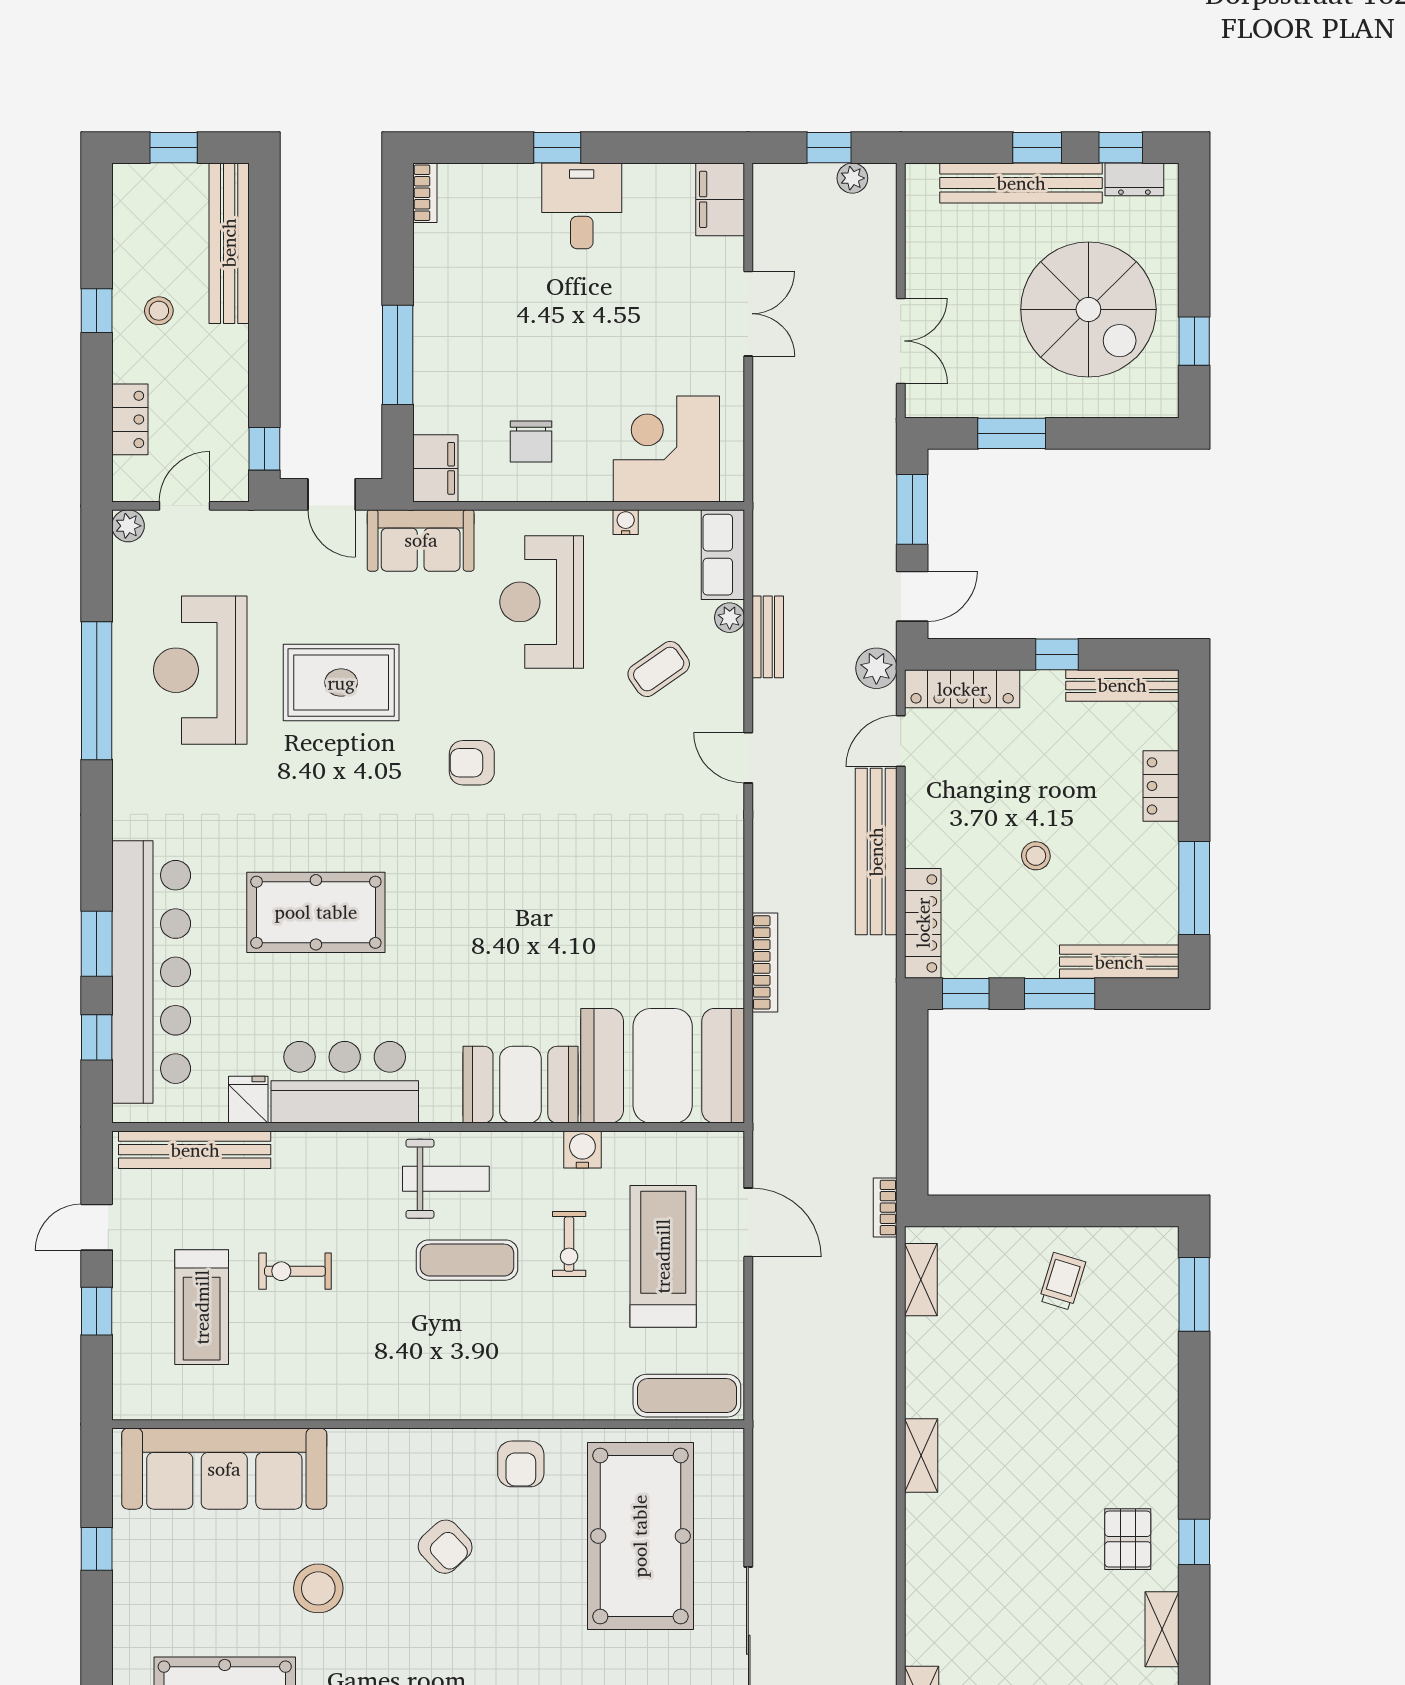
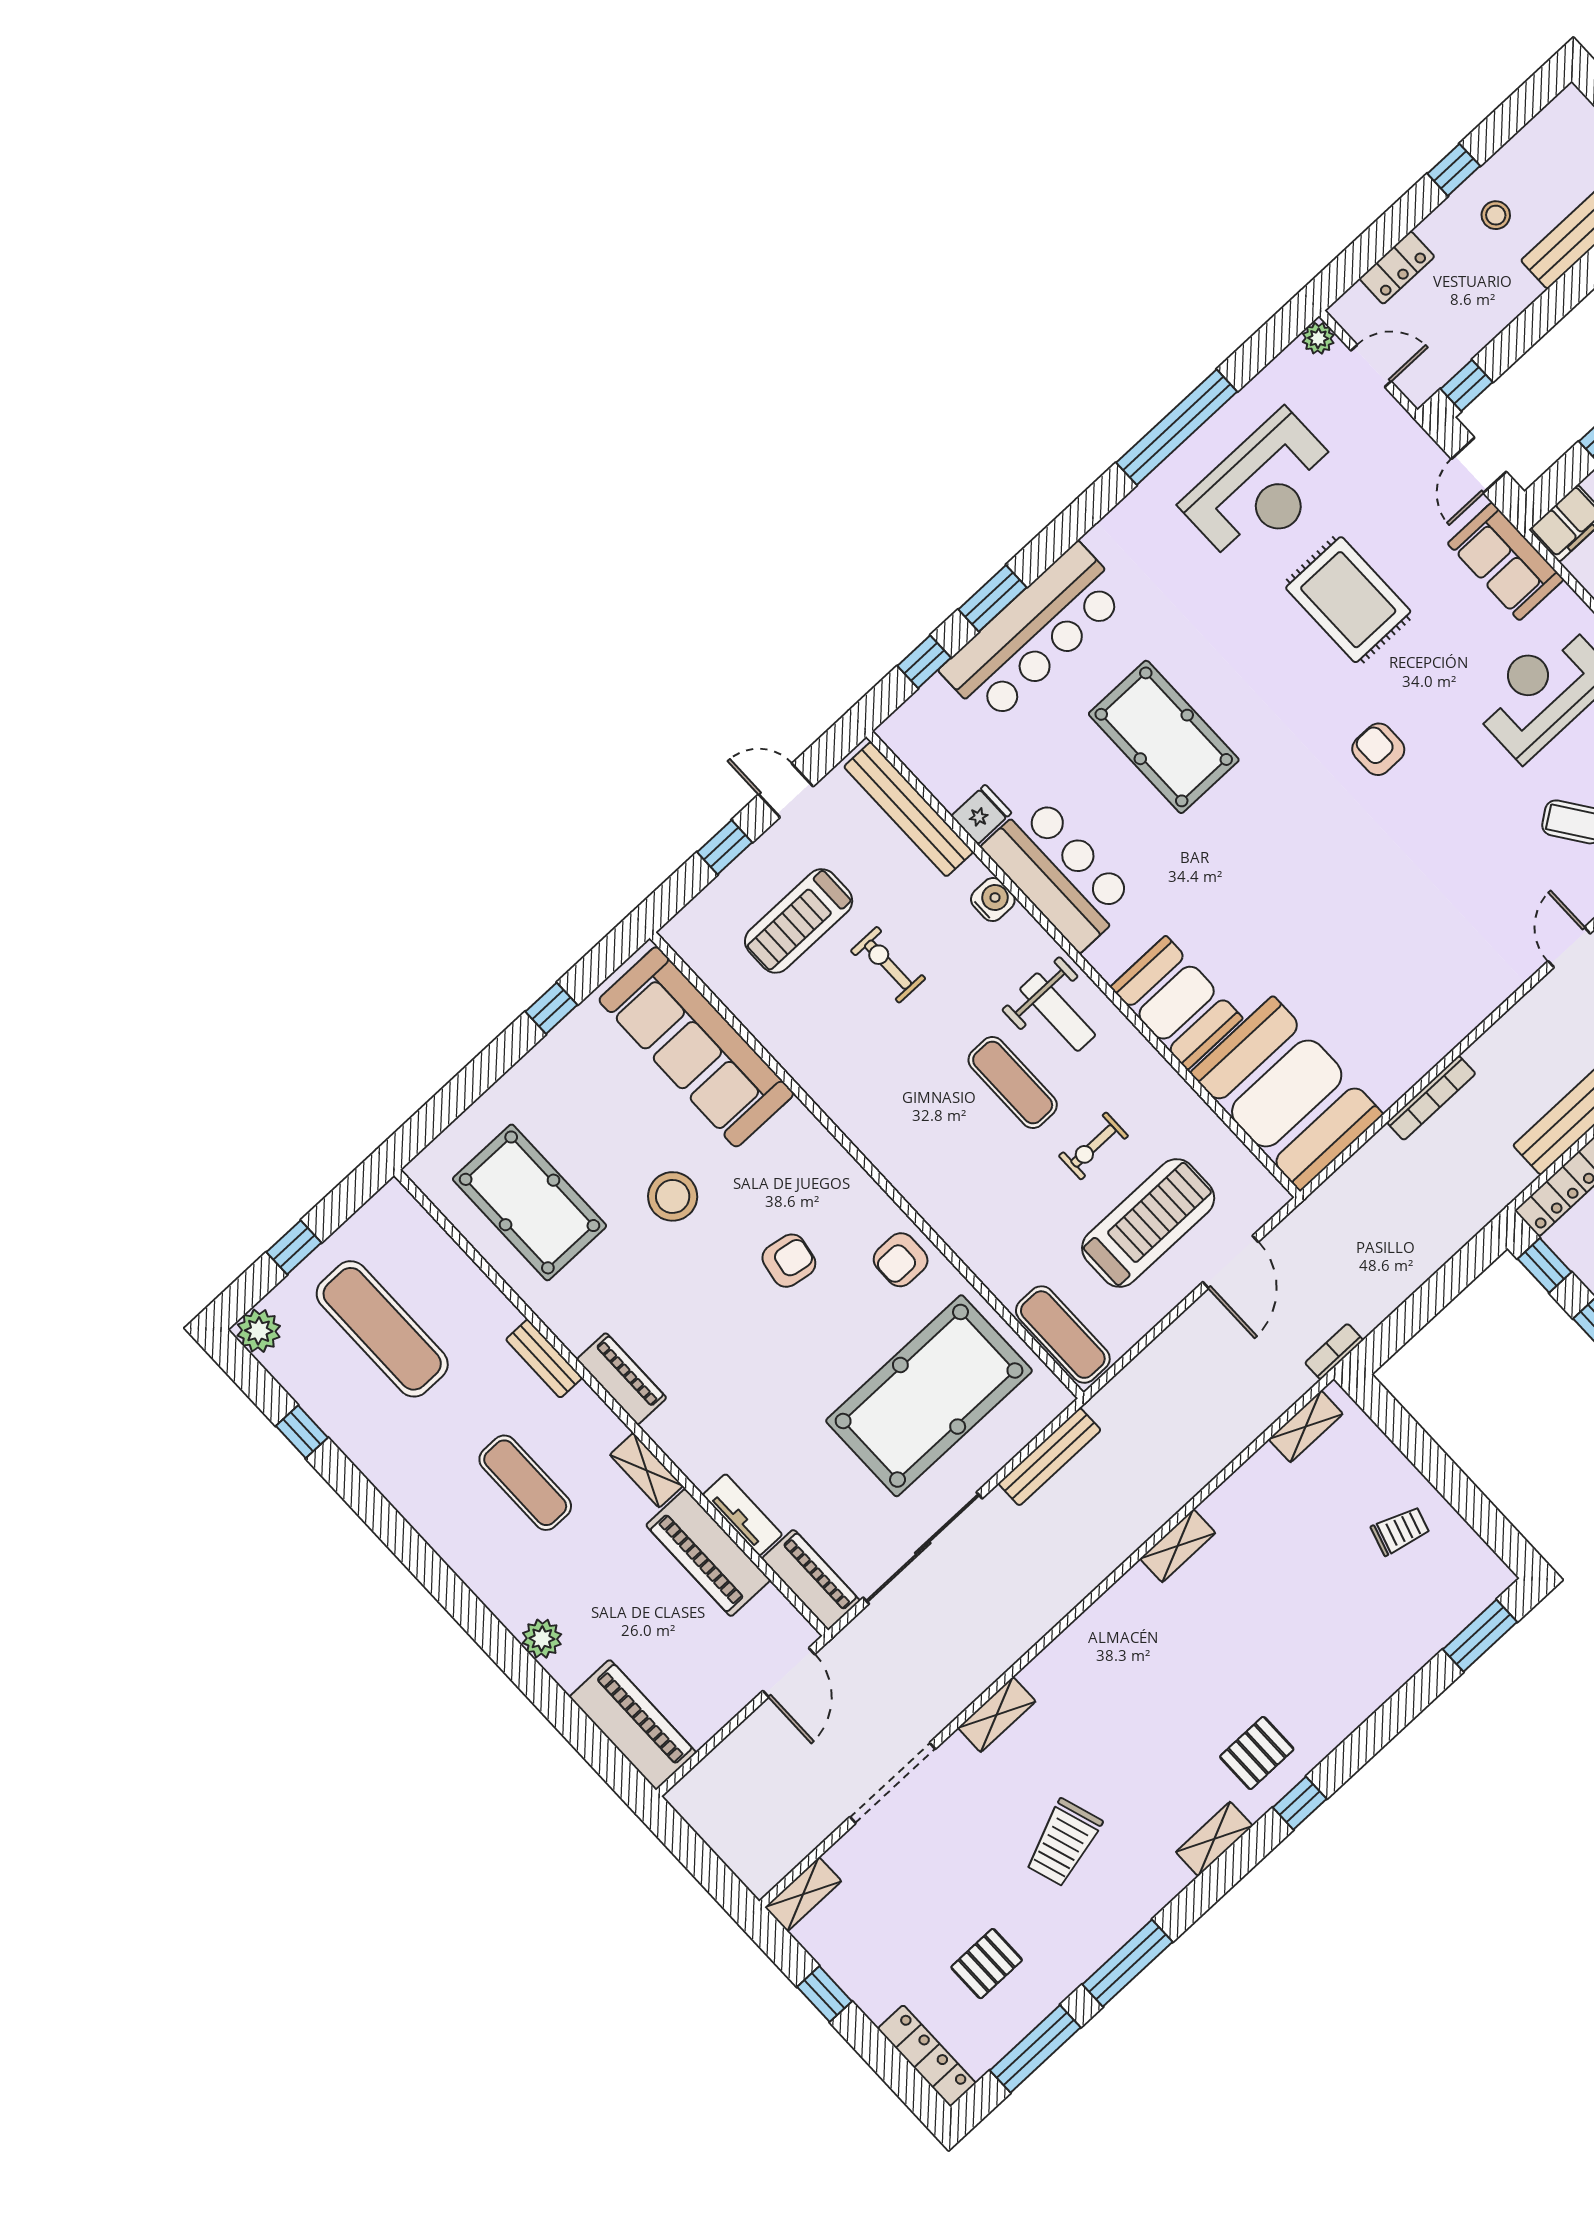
reception desk: (200, 670) -> (1262, 489), turned 180
bar counter: (151, 972) -> (1034, 634), width x0.73
water cooler: (582, 1149) -> (993, 900), moved
bench: (768, 1489) -> (1050, 1457), added
armchair: (445, 1547) -> (789, 1261), turned -127

